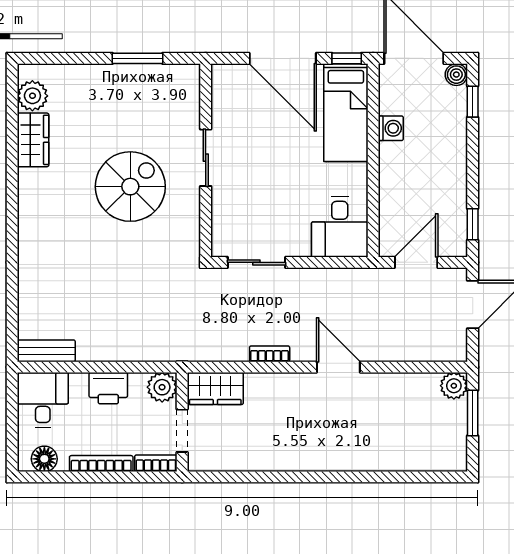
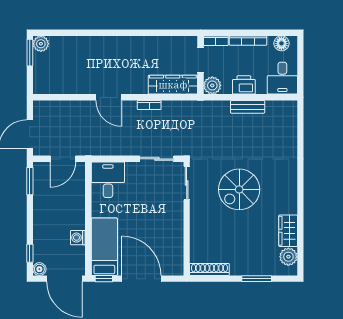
window: (138, 58) -> (257, 279), moved
shoe rack: (167, 74) -> (209, 269), added
sliding door: (206, 158) -> (187, 183), moved
spiral stairs: (130, 187) -> (239, 189), moved
window: (473, 224) -> (30, 181), width x1.50
bench: (46, 351) -> (248, 107), moved
plant: (454, 386) -> (41, 44), moved
wardrobe: (215, 388) -> (173, 85), width x1.50
window: (473, 413) -> (30, 53), moved

